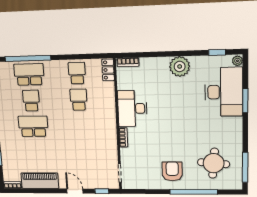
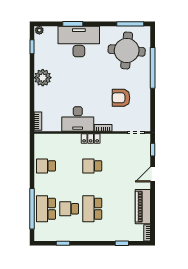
locker: (108, 70) -> (91, 139), moved
desk: (224, 92) -> (79, 42), moved
school desk: (79, 100) -> (92, 166), moved
round table: (214, 163) -> (127, 50), width x1.36, depth x1.36
armchair: (172, 171) -> (121, 98), moved

